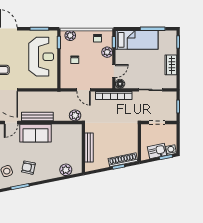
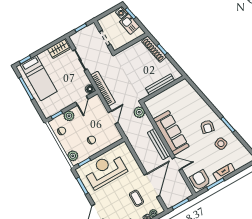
bed: (137, 40) -> (39, 78), moved, turned 180
wardrobe: (171, 65) -> (59, 49), moved
door: (114, 71) -> (82, 101), swing flipped
sofa: (35, 133) -> (171, 133), width x1.36
plant: (66, 170) -> (191, 93), removed

